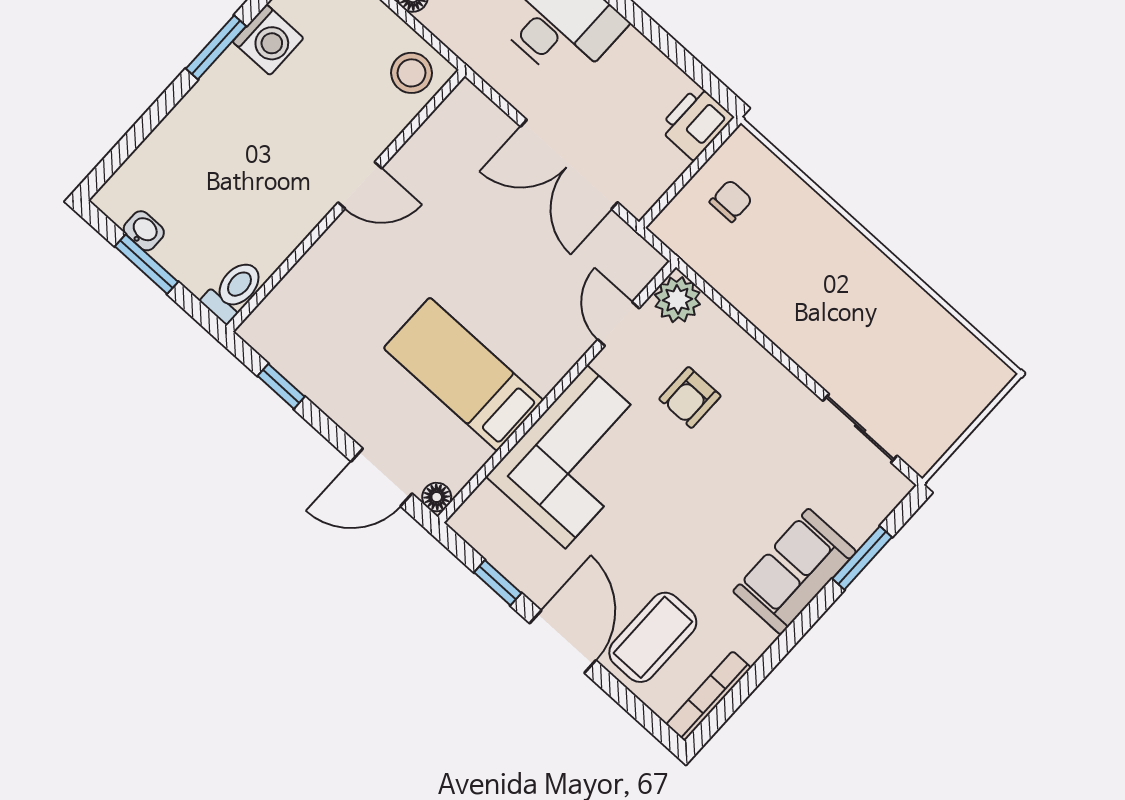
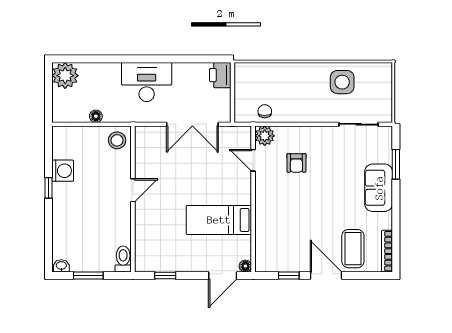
window: (216, 47) -> (49, 188), width x0.67
chair: (731, 201) -> (265, 111), moved
washbasin: (144, 231) -> (61, 266), moved
side table: (898, 328) -> (342, 82), added
corner sofa: (576, 457) -> (278, 214), removed

